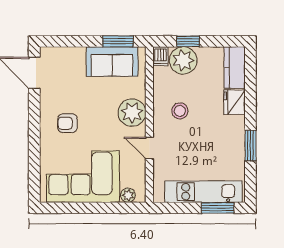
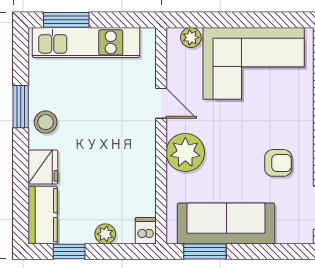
window: (188, 41) -> (69, 252), moved
plant: (183, 60) -> (105, 234), width x0.53, depth x0.53
sofa: (112, 61) -> (226, 224), width x1.36
stool: (180, 111) -> (46, 122), moved
armchair: (67, 123) -> (278, 163), moved

